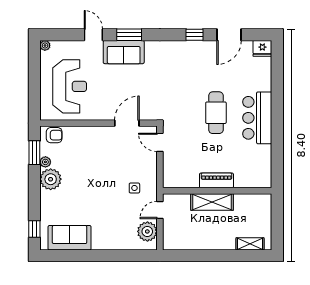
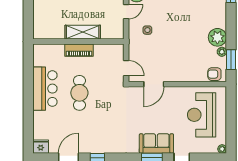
piano: (216, 180) -> (79, 50), moved
wall: (217, 191) -> (78, 42), moved
shelving: (212, 202) -> (83, 32), moved

